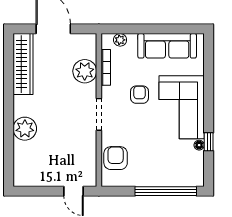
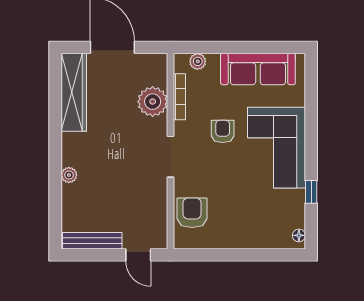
plant: (25, 129) -> (69, 175), width x0.53, depth x0.53
floor lamp: (199, 145) -> (299, 235), moved
bench: (38, 180) -> (92, 241), added
window: (166, 191) -> (256, 255), removed

